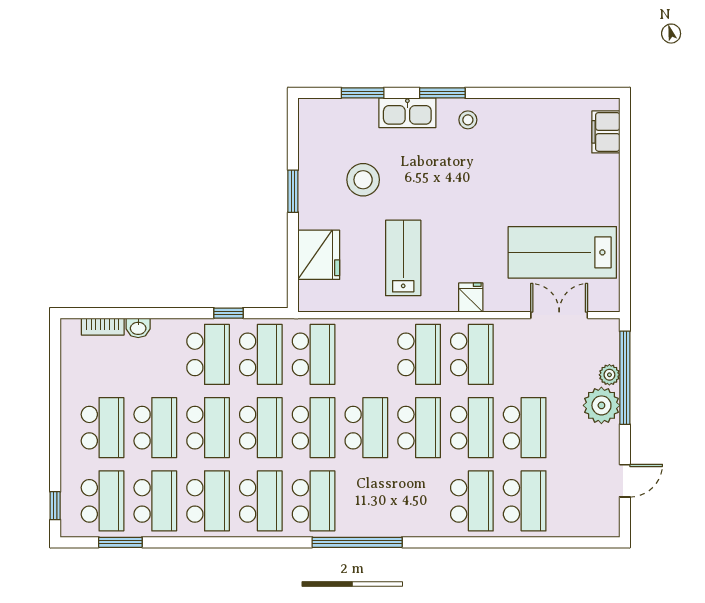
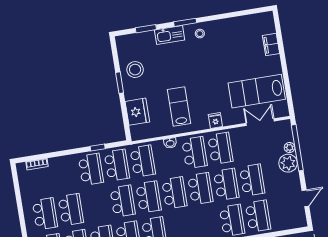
filing cabinet: (606, 132) -> (271, 45), moved
stool: (363, 180) -> (135, 70), moved
washbasin: (138, 328) -> (170, 143), moved
school desk: (208, 428) -> (97, 205), removed

